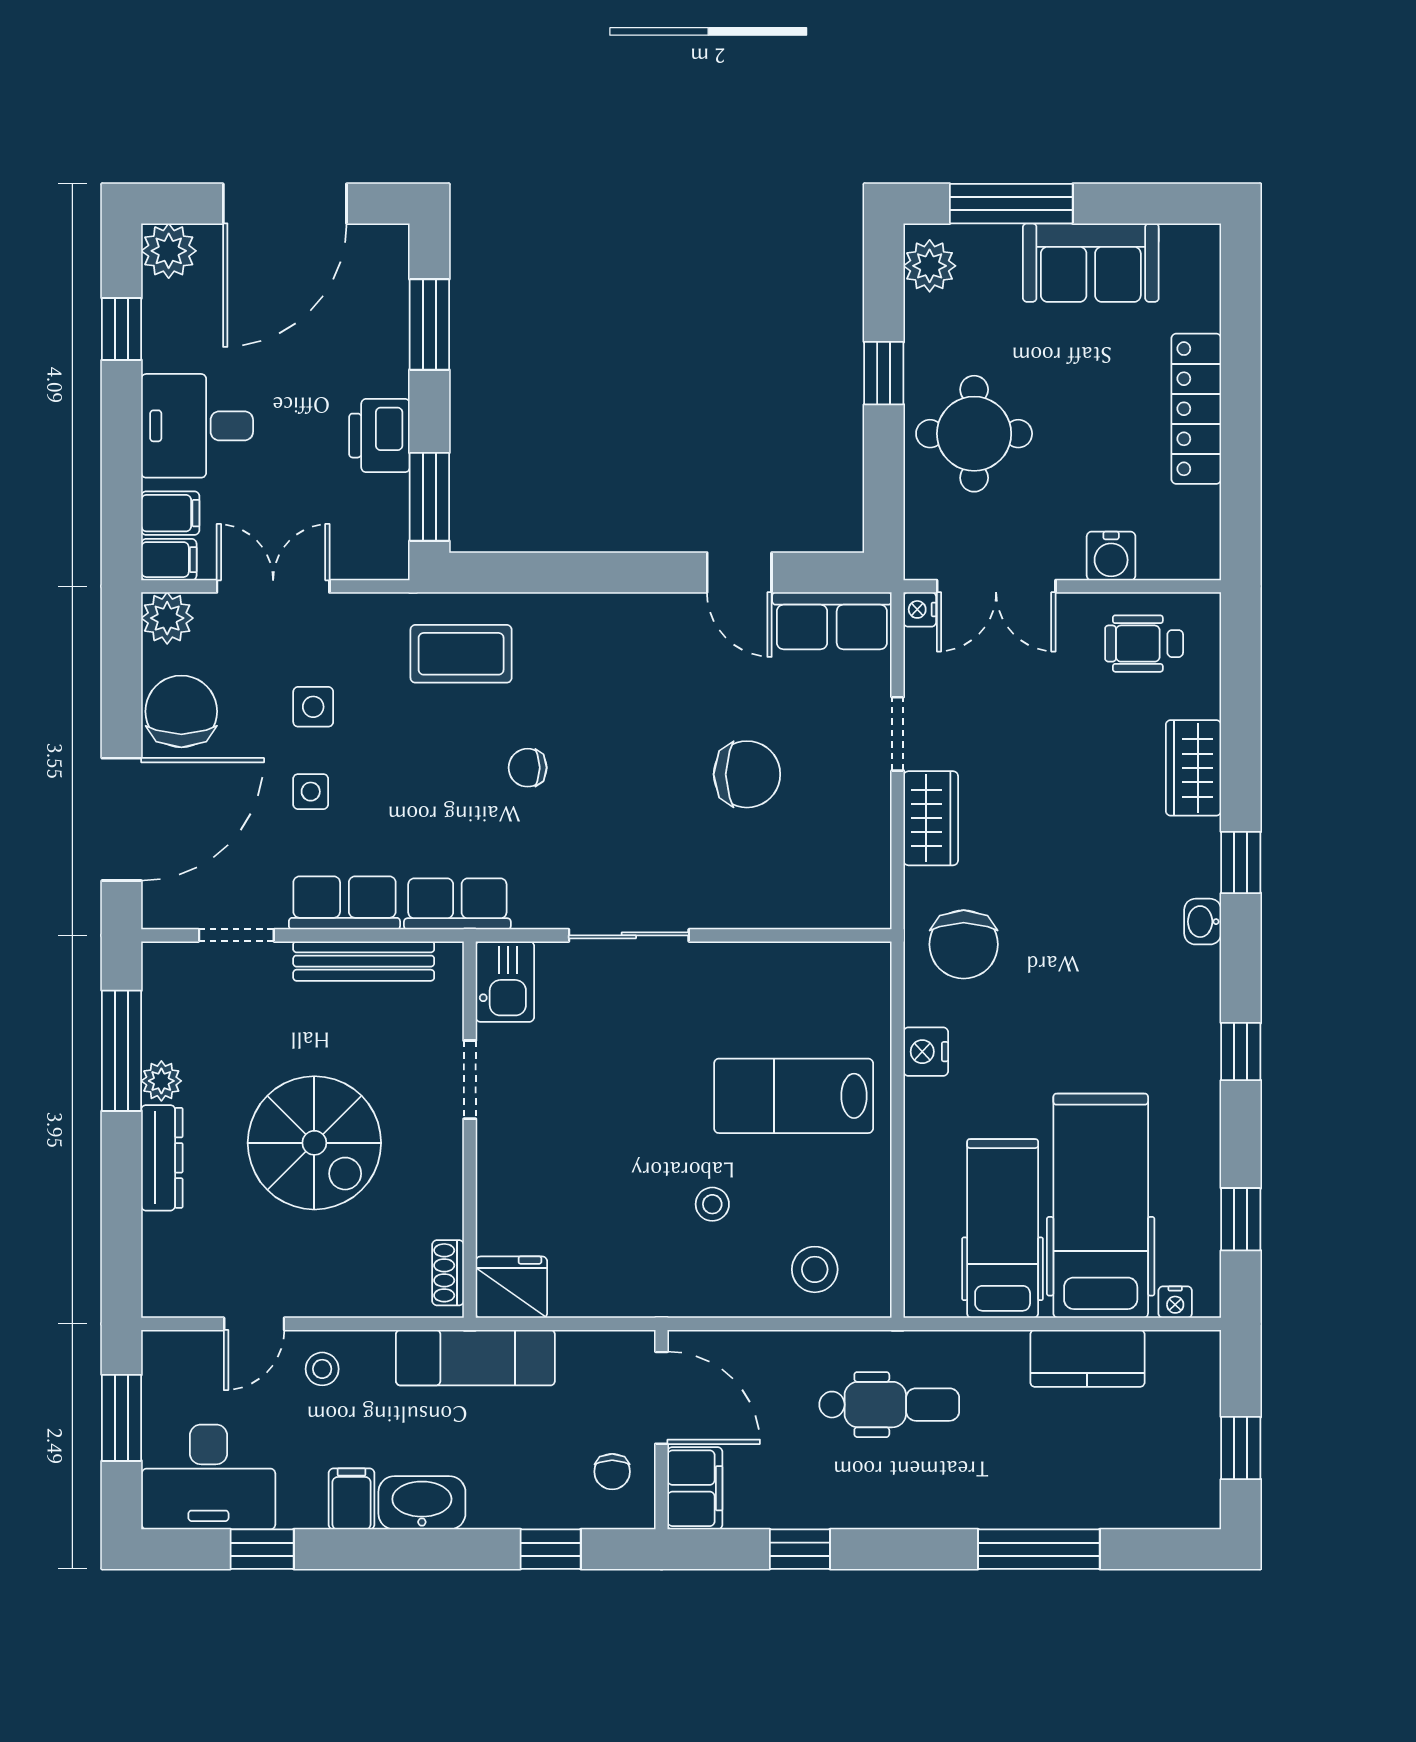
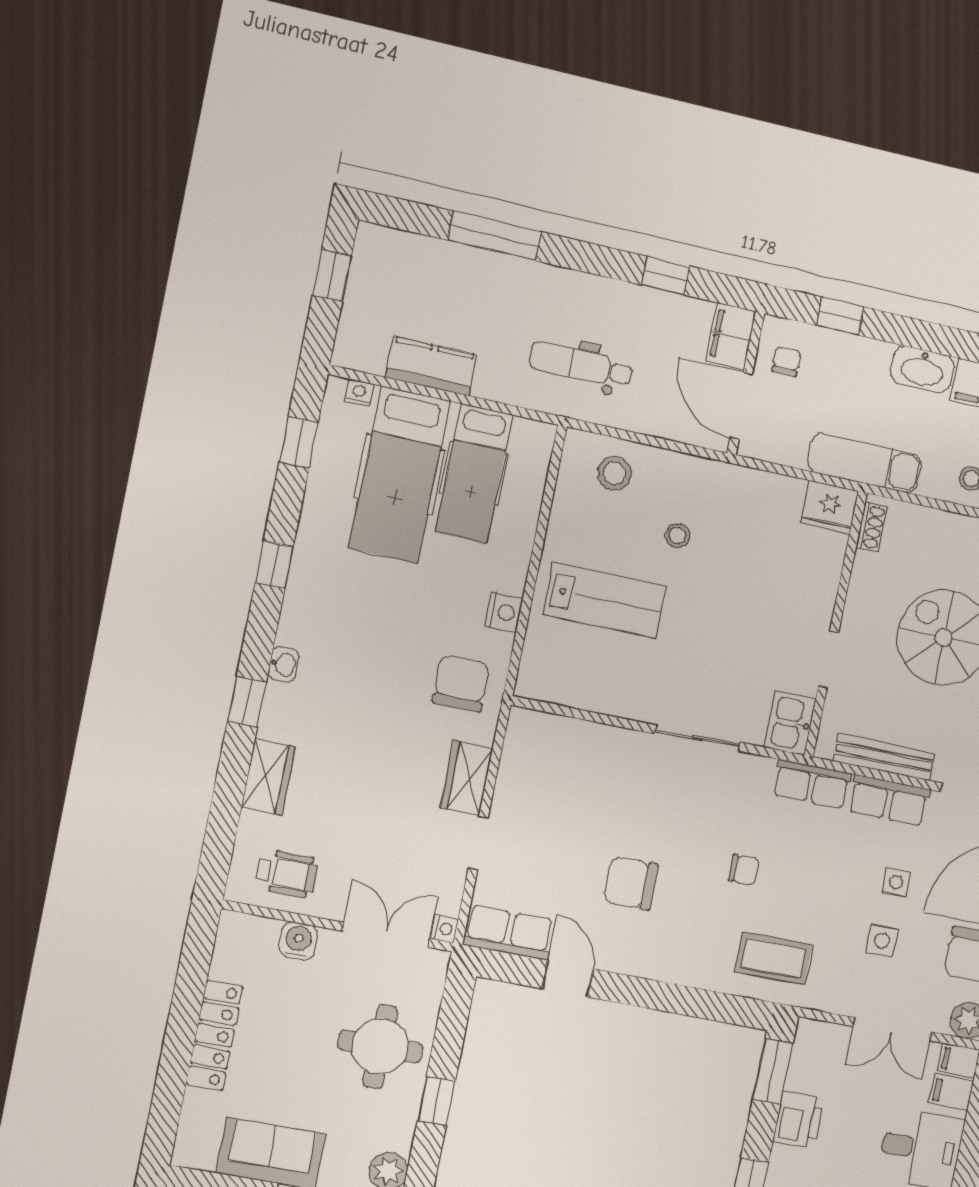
chair: (747, 774) -> (631, 883), moved

